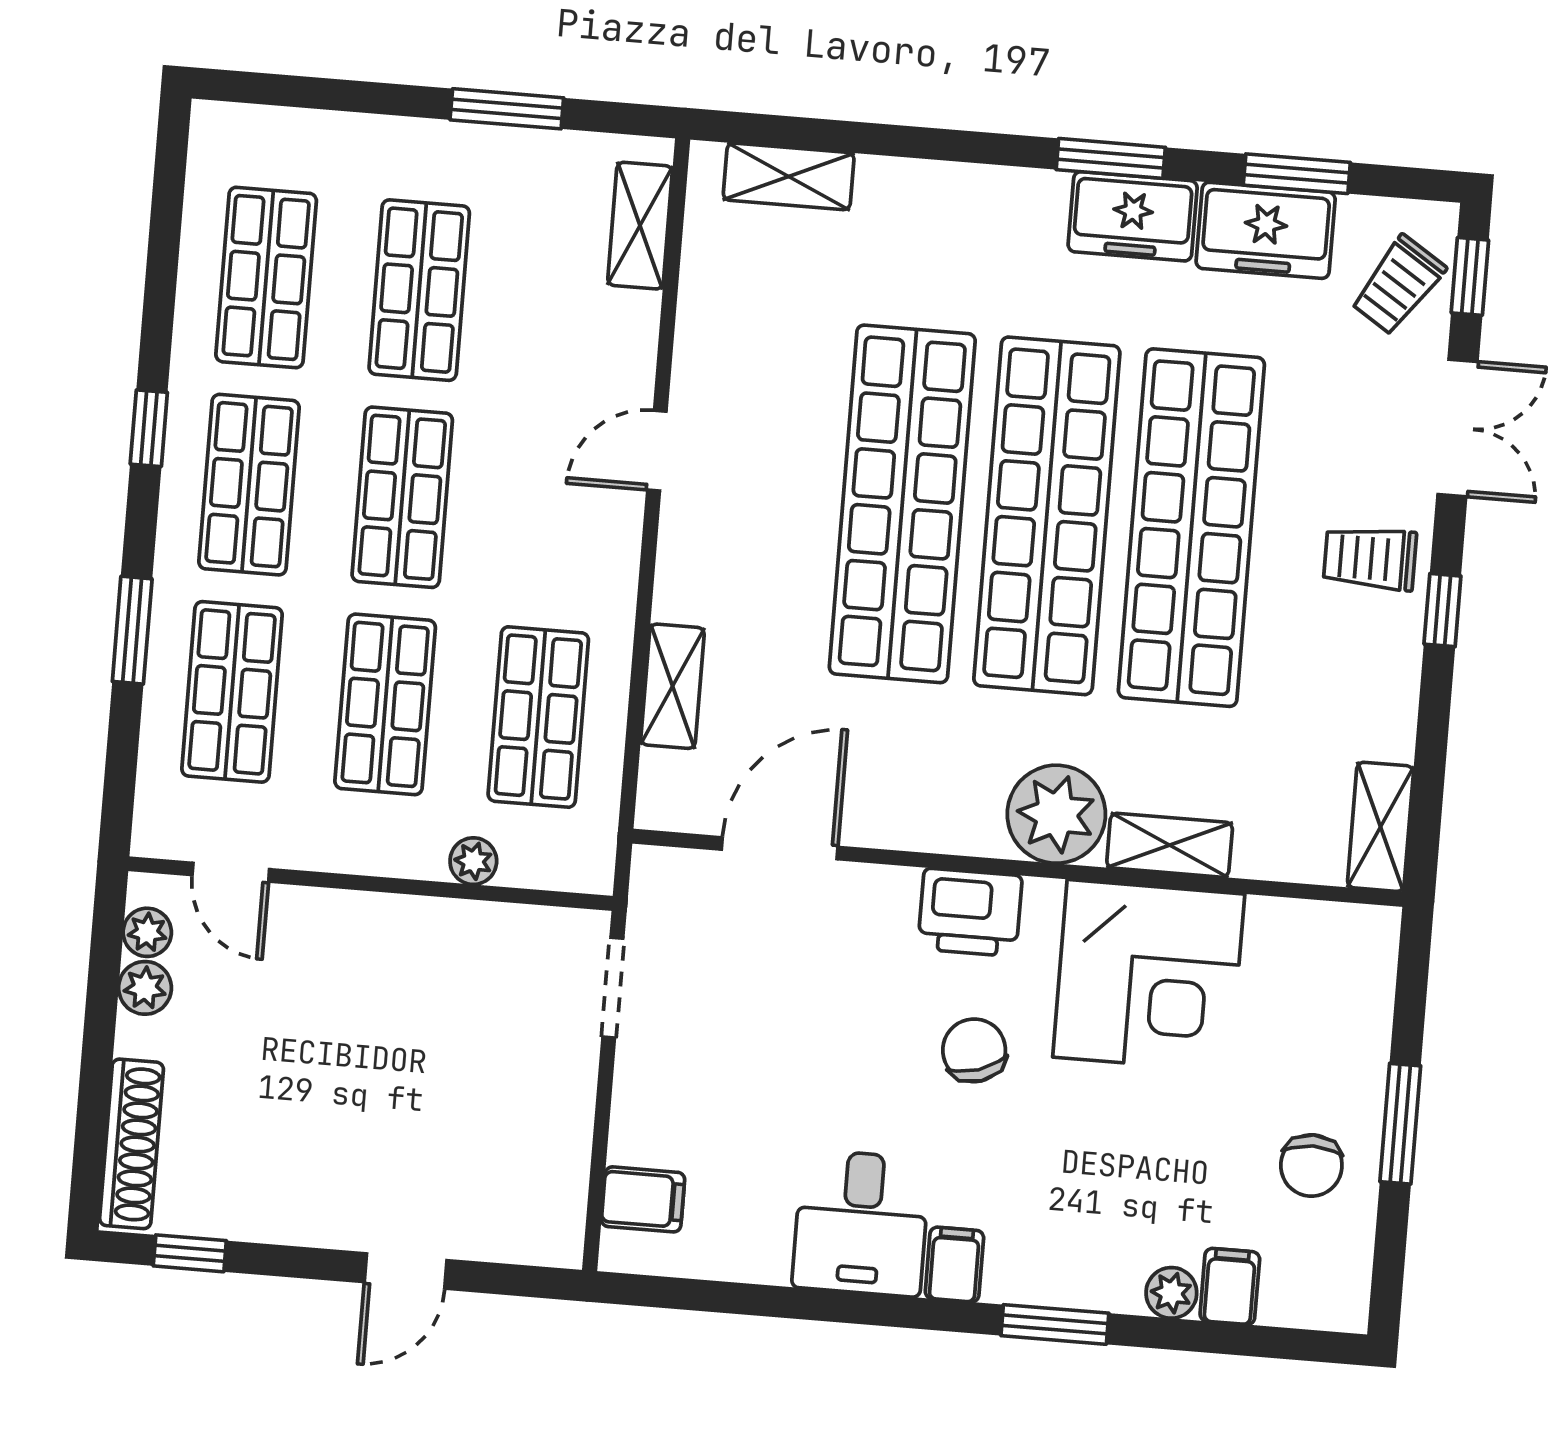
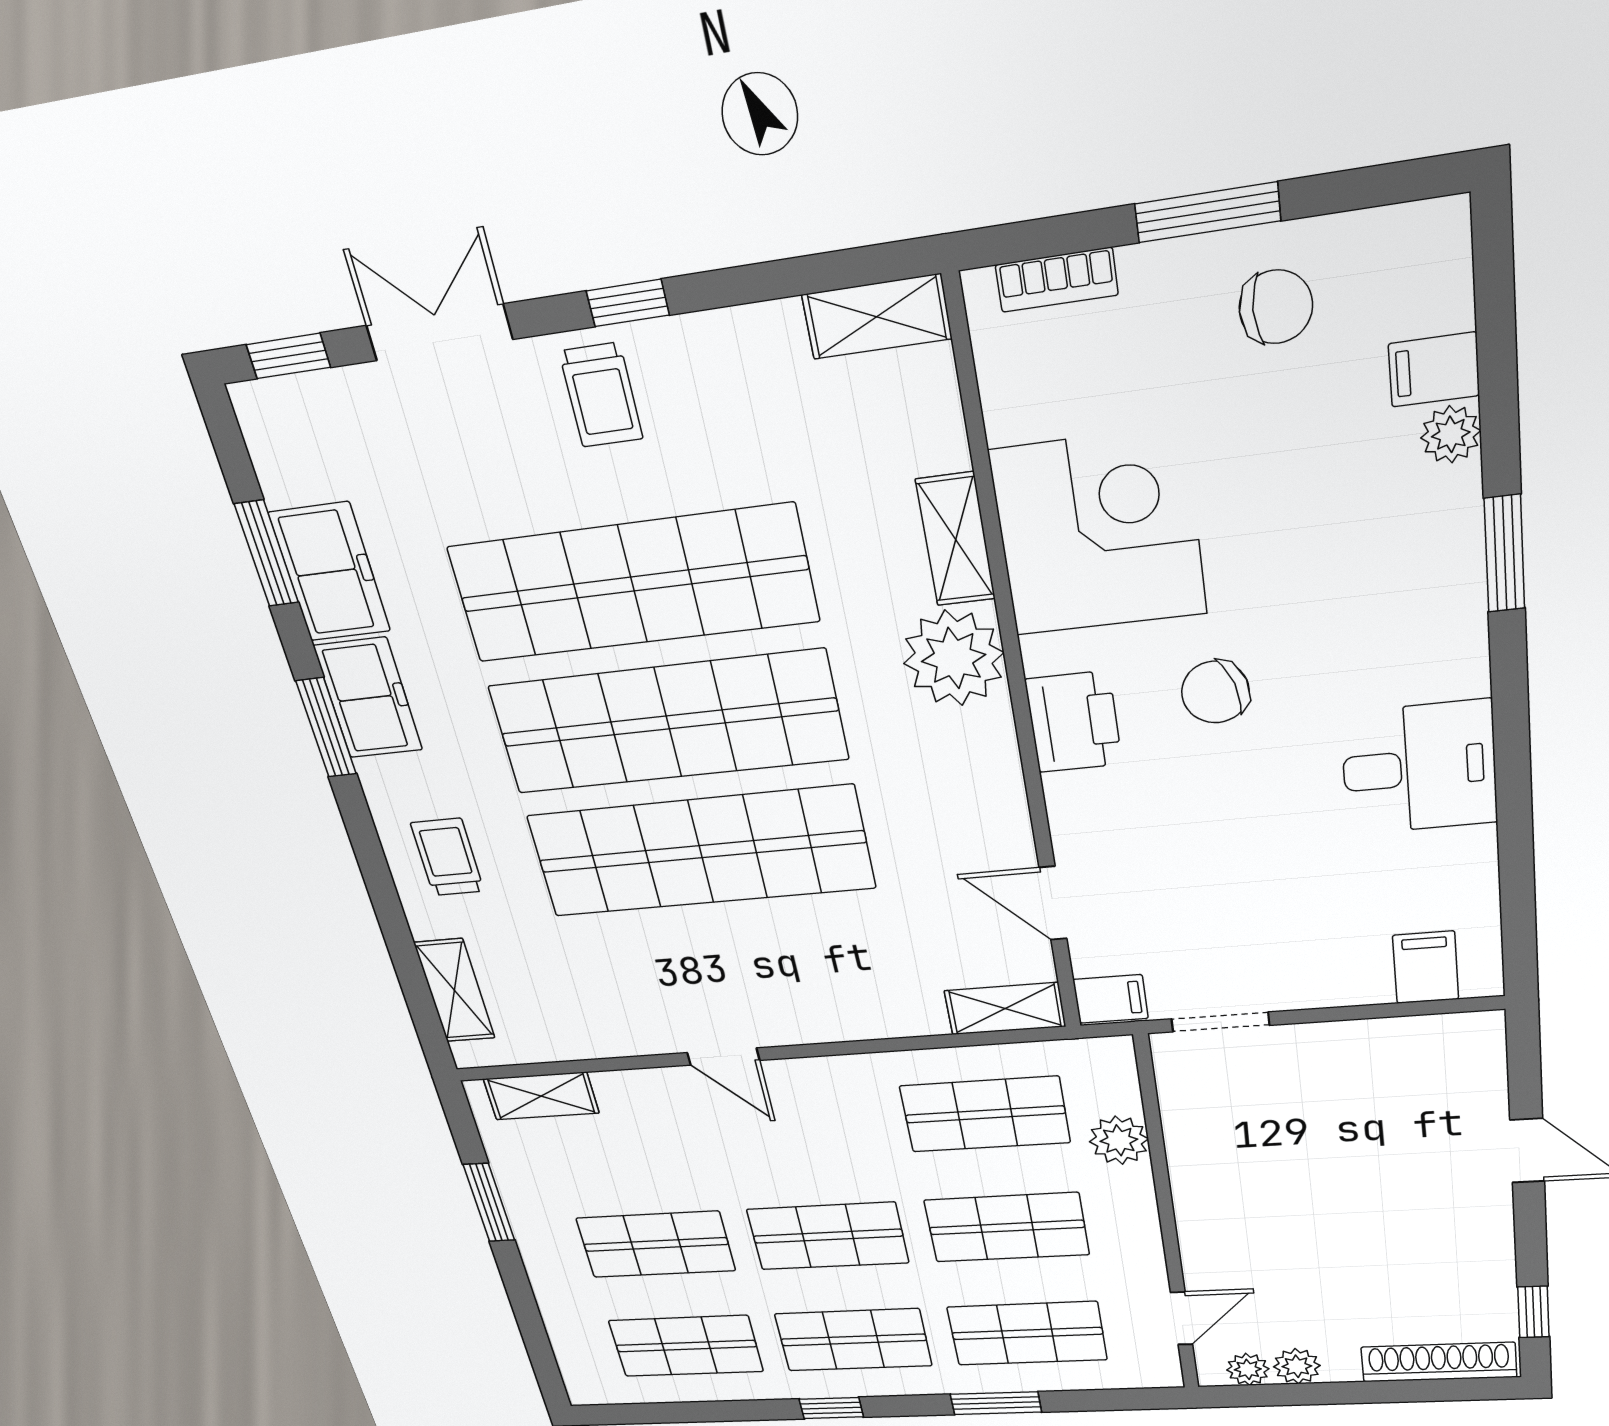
trolley: (1398, 285) -> (447, 857), moved, turned -123
shelving: (673, 686) -> (1005, 1009), moved
door: (780, 848) -> (1053, 903), width x0.73
plant: (473, 861) -> (1119, 1140), width x1.38, depth x1.38
bookcase: (1375, 988) -> (1057, 280), added
filing cabinet: (954, 1265) -> (1111, 999), moved, turned 180

